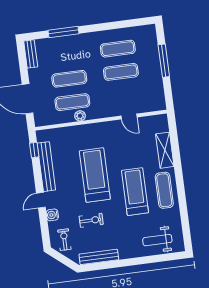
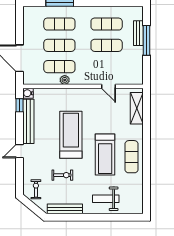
bench: (31, 54) -> (138, 33), moved
exercise mat: (66, 55) -> (59, 24), added
shelving: (165, 150) -> (137, 108), moved
treadmill: (135, 192) -> (105, 154), turned 180
water cooler: (52, 215) -> (28, 93), moved
weight bench: (157, 240) -> (106, 199), moved

